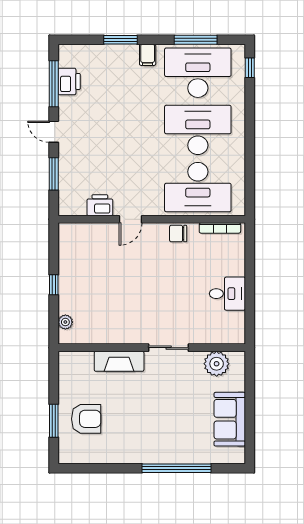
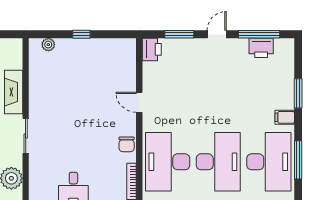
printer: (100, 205) -> (152, 49), moved
chair: (178, 234) -> (127, 144), turned 180

